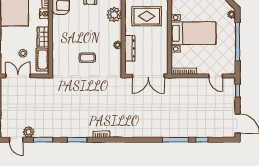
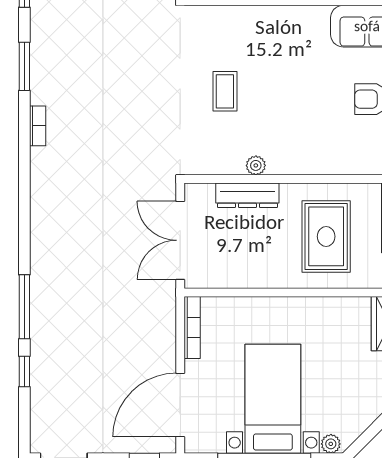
plant: (114, 15) -> (330, 157), removed
bed with nightstands: (194, 33) -> (273, 399), moved, turned 180
door: (216, 76) -> (180, 405), width x1.87

